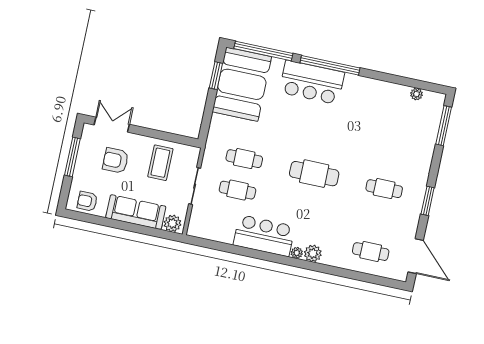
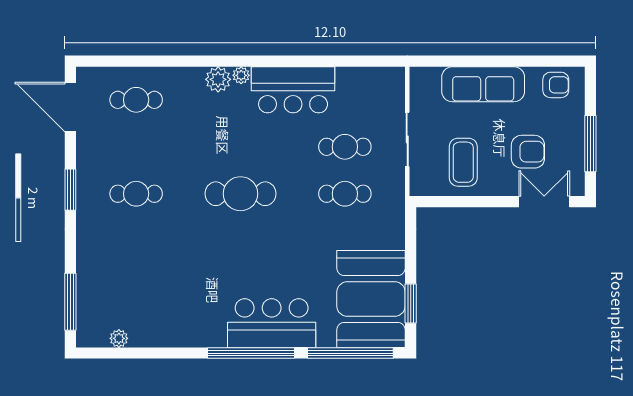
double door: (112, 125) -> (544, 202), swing flipped
plant: (172, 223) -> (427, 79), removed

